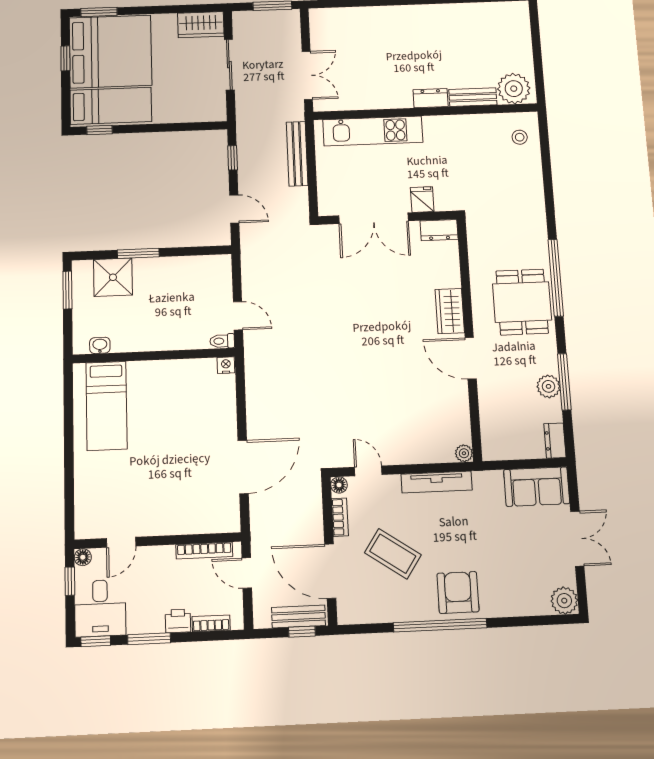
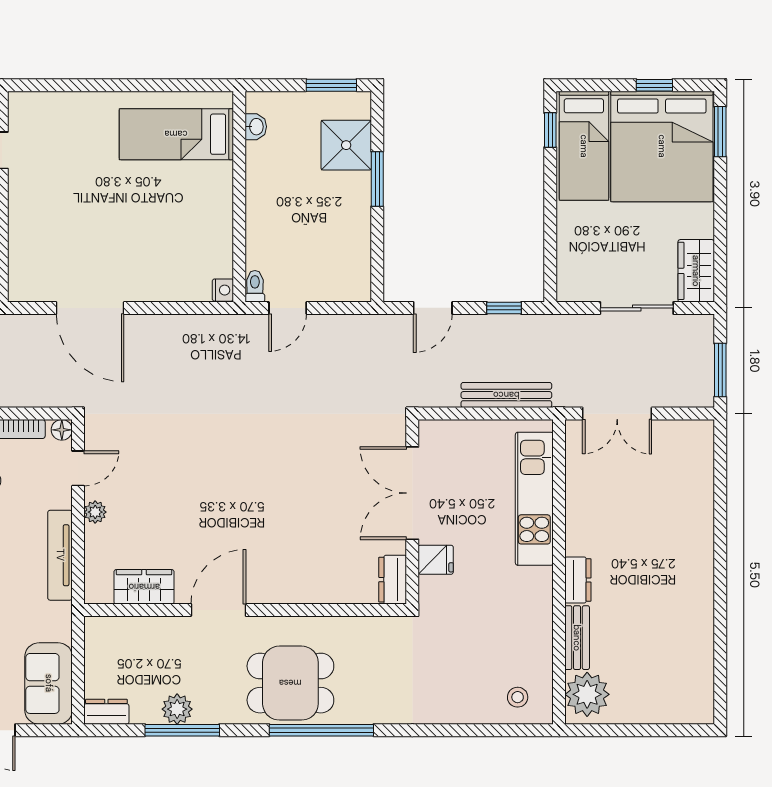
wardrobe: (450, 311) -> (144, 587), moved
plant: (464, 453) -> (95, 512), moved

